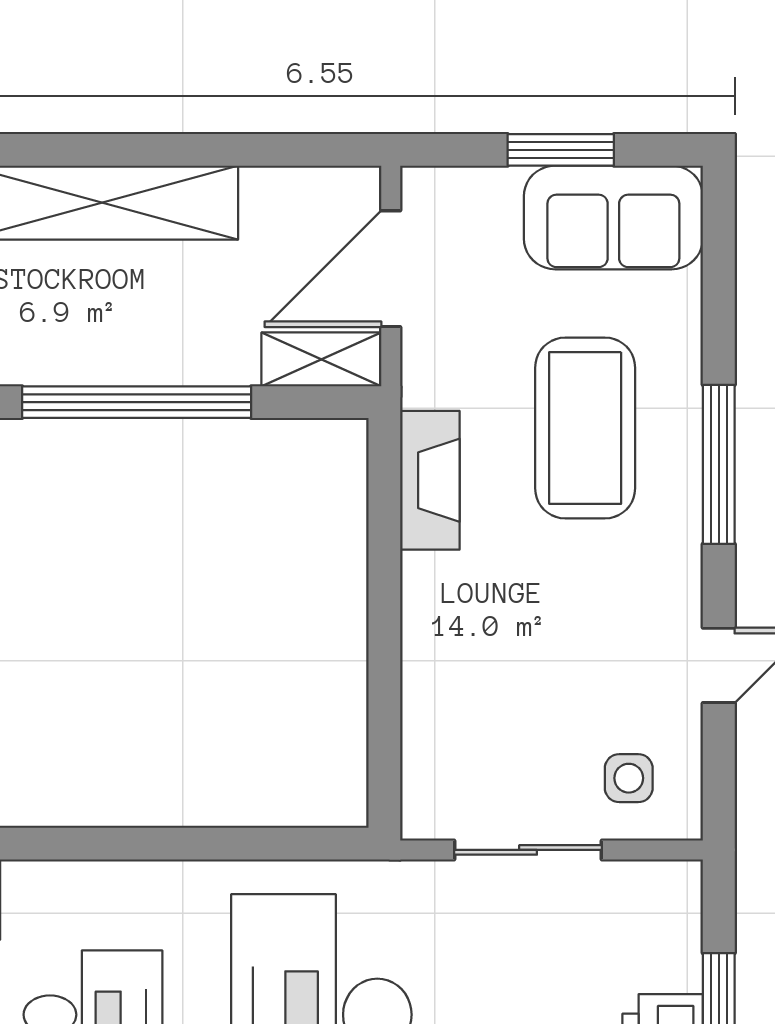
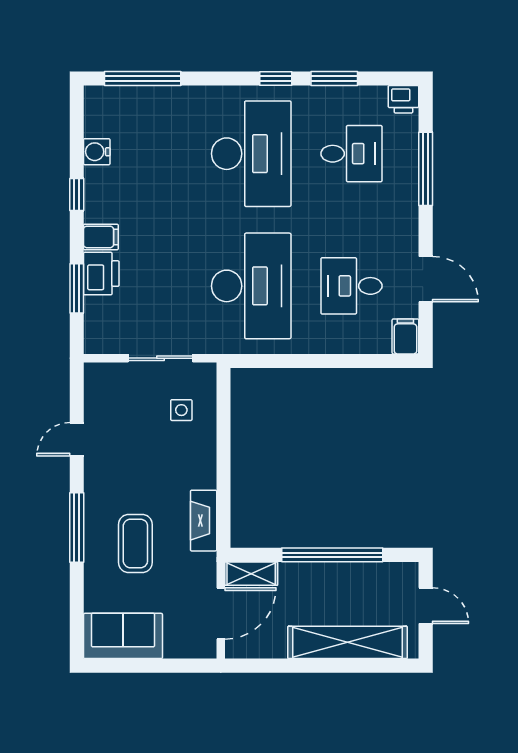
window: (561, 150) -> (146, 666), removed
coffee table: (585, 428) -> (135, 543), width x0.73, depth x0.76
side table: (629, 778) -> (181, 410), moved

